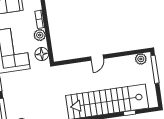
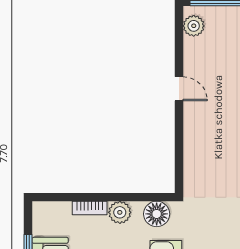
door: (97, 58) -> (179, 89), moved

